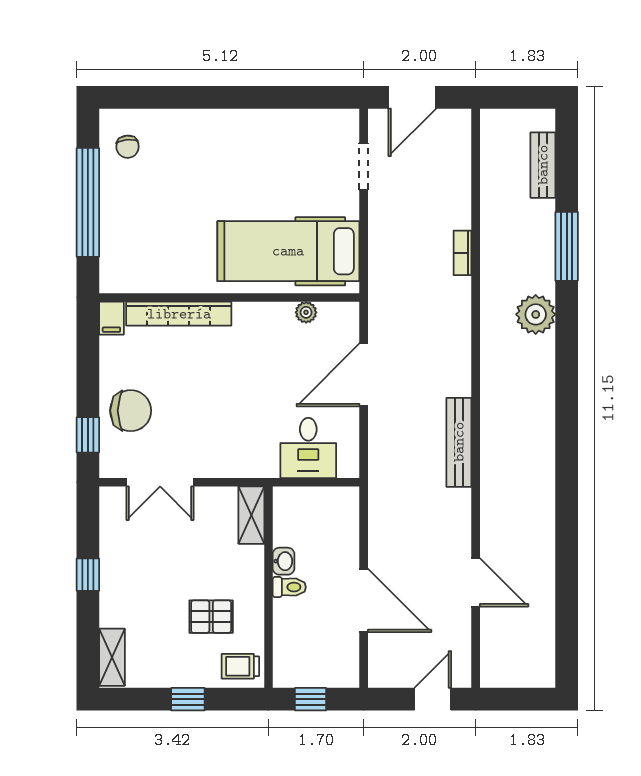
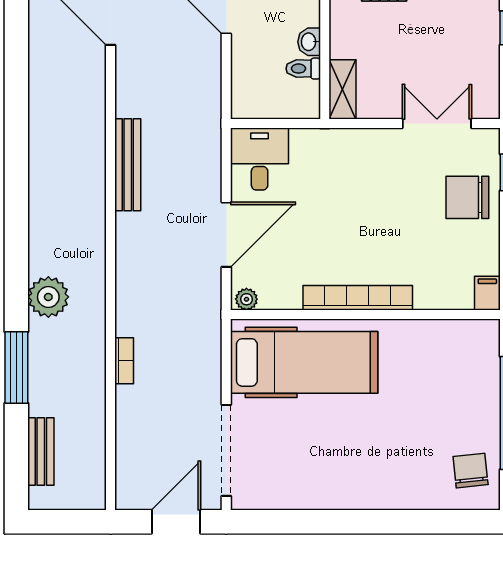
chair: (128, 147) -> (471, 471), width x1.37, depth x1.37
doorway: (364, 166) -> (226, 450), width x1.88
plant: (306, 312) -> (246, 299), moved
bookcase: (179, 314) -> (358, 298), moved
desk: (308, 448) -> (260, 159), moved
toilet: (289, 587) -> (303, 69), moved

